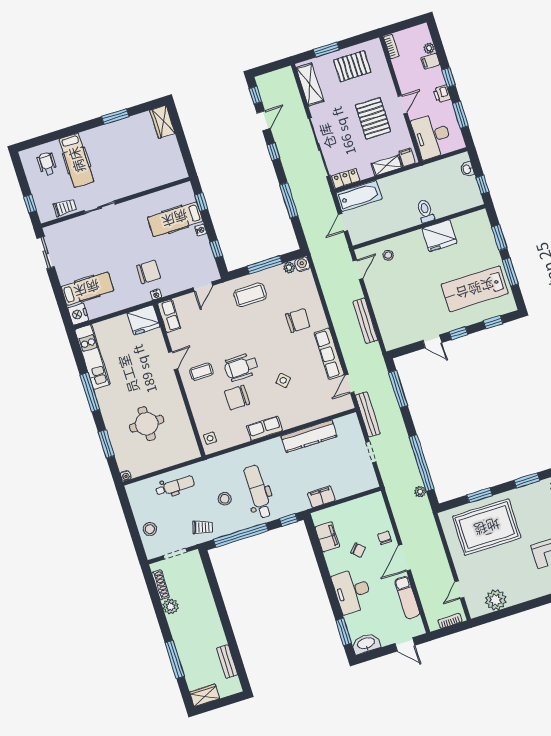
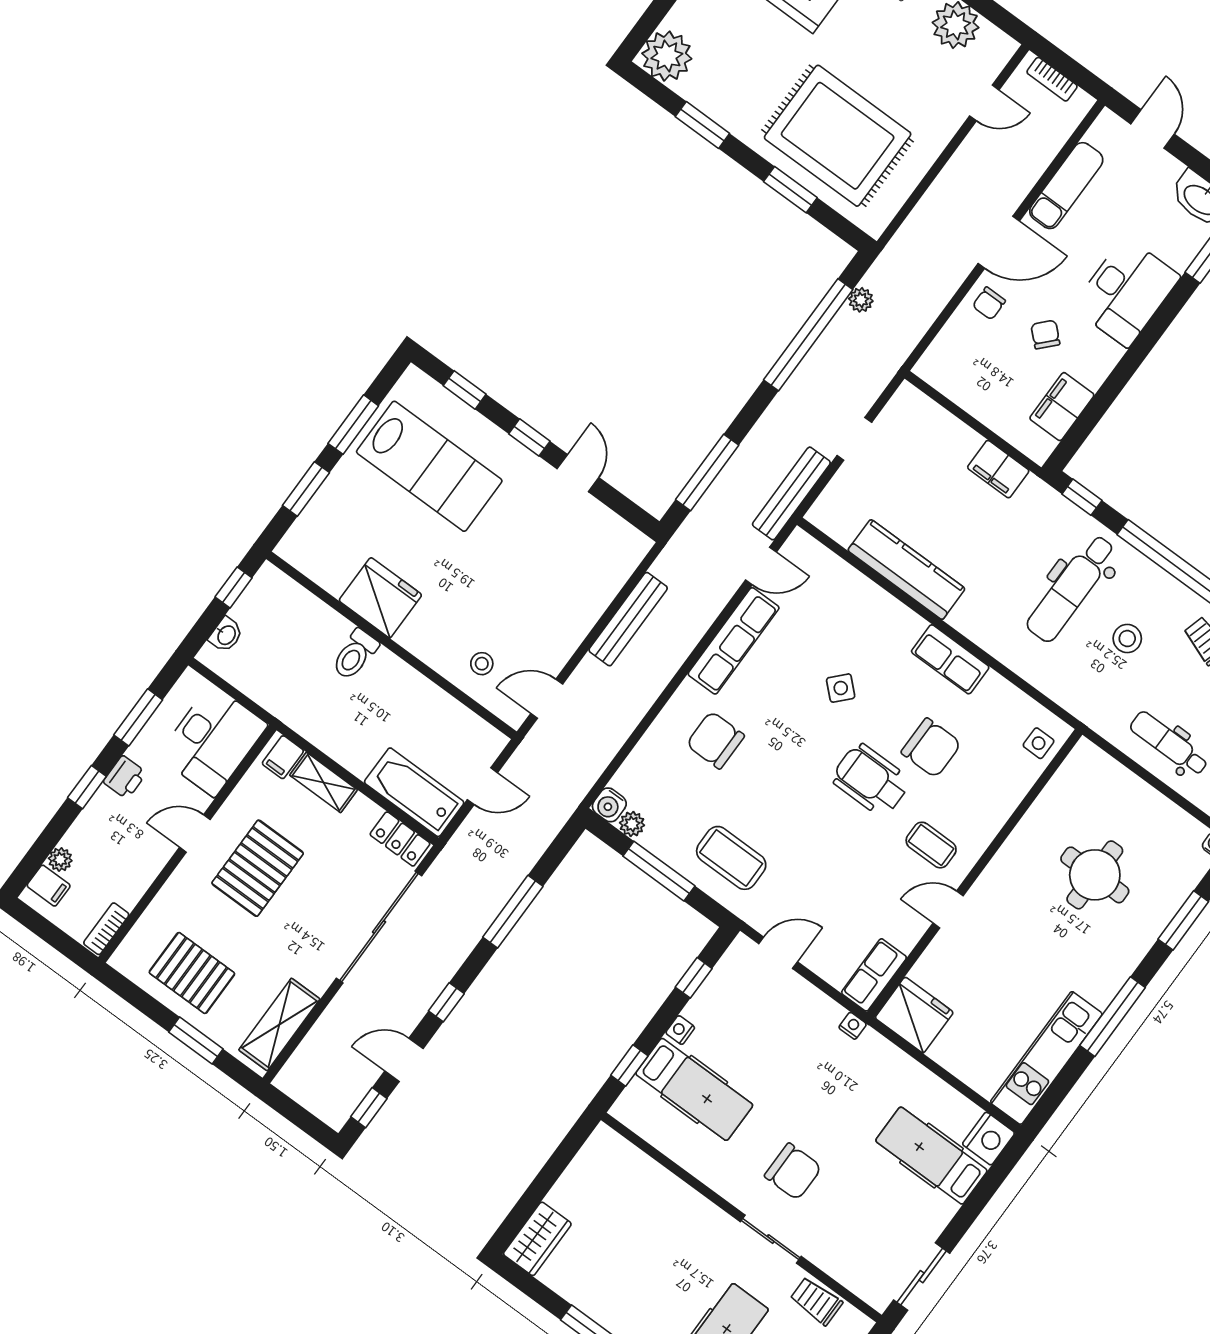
filing cabinet: (430, 61) -> (49, 886), moved
chair: (149, 272) -> (793, 1172), moved, turned 180
wheelchair: (241, 367) -> (871, 780), turned 180

